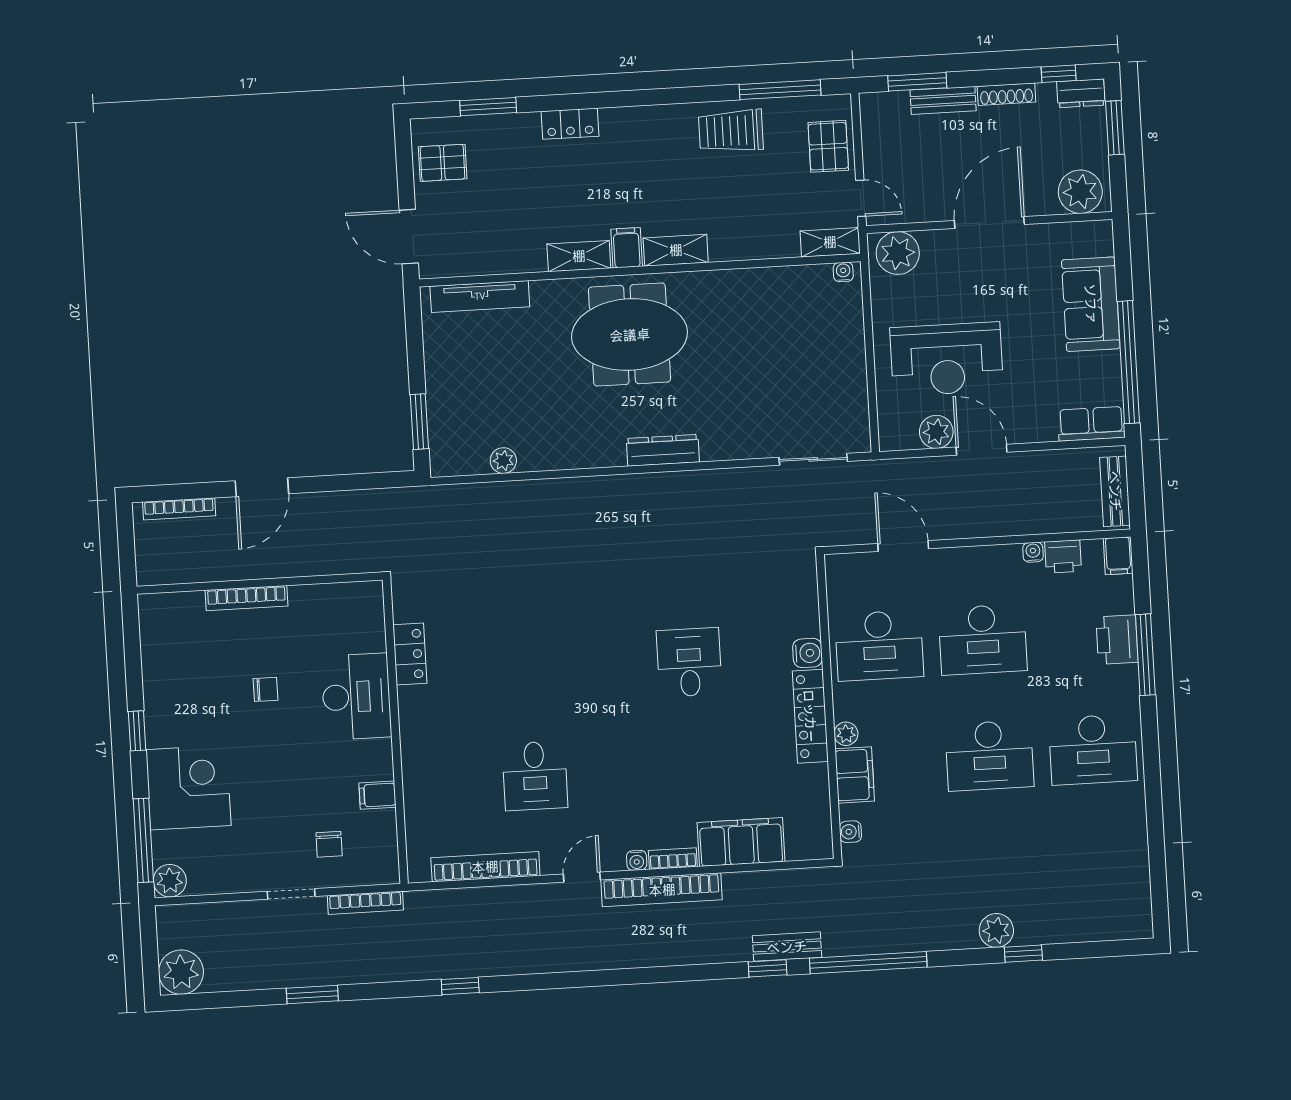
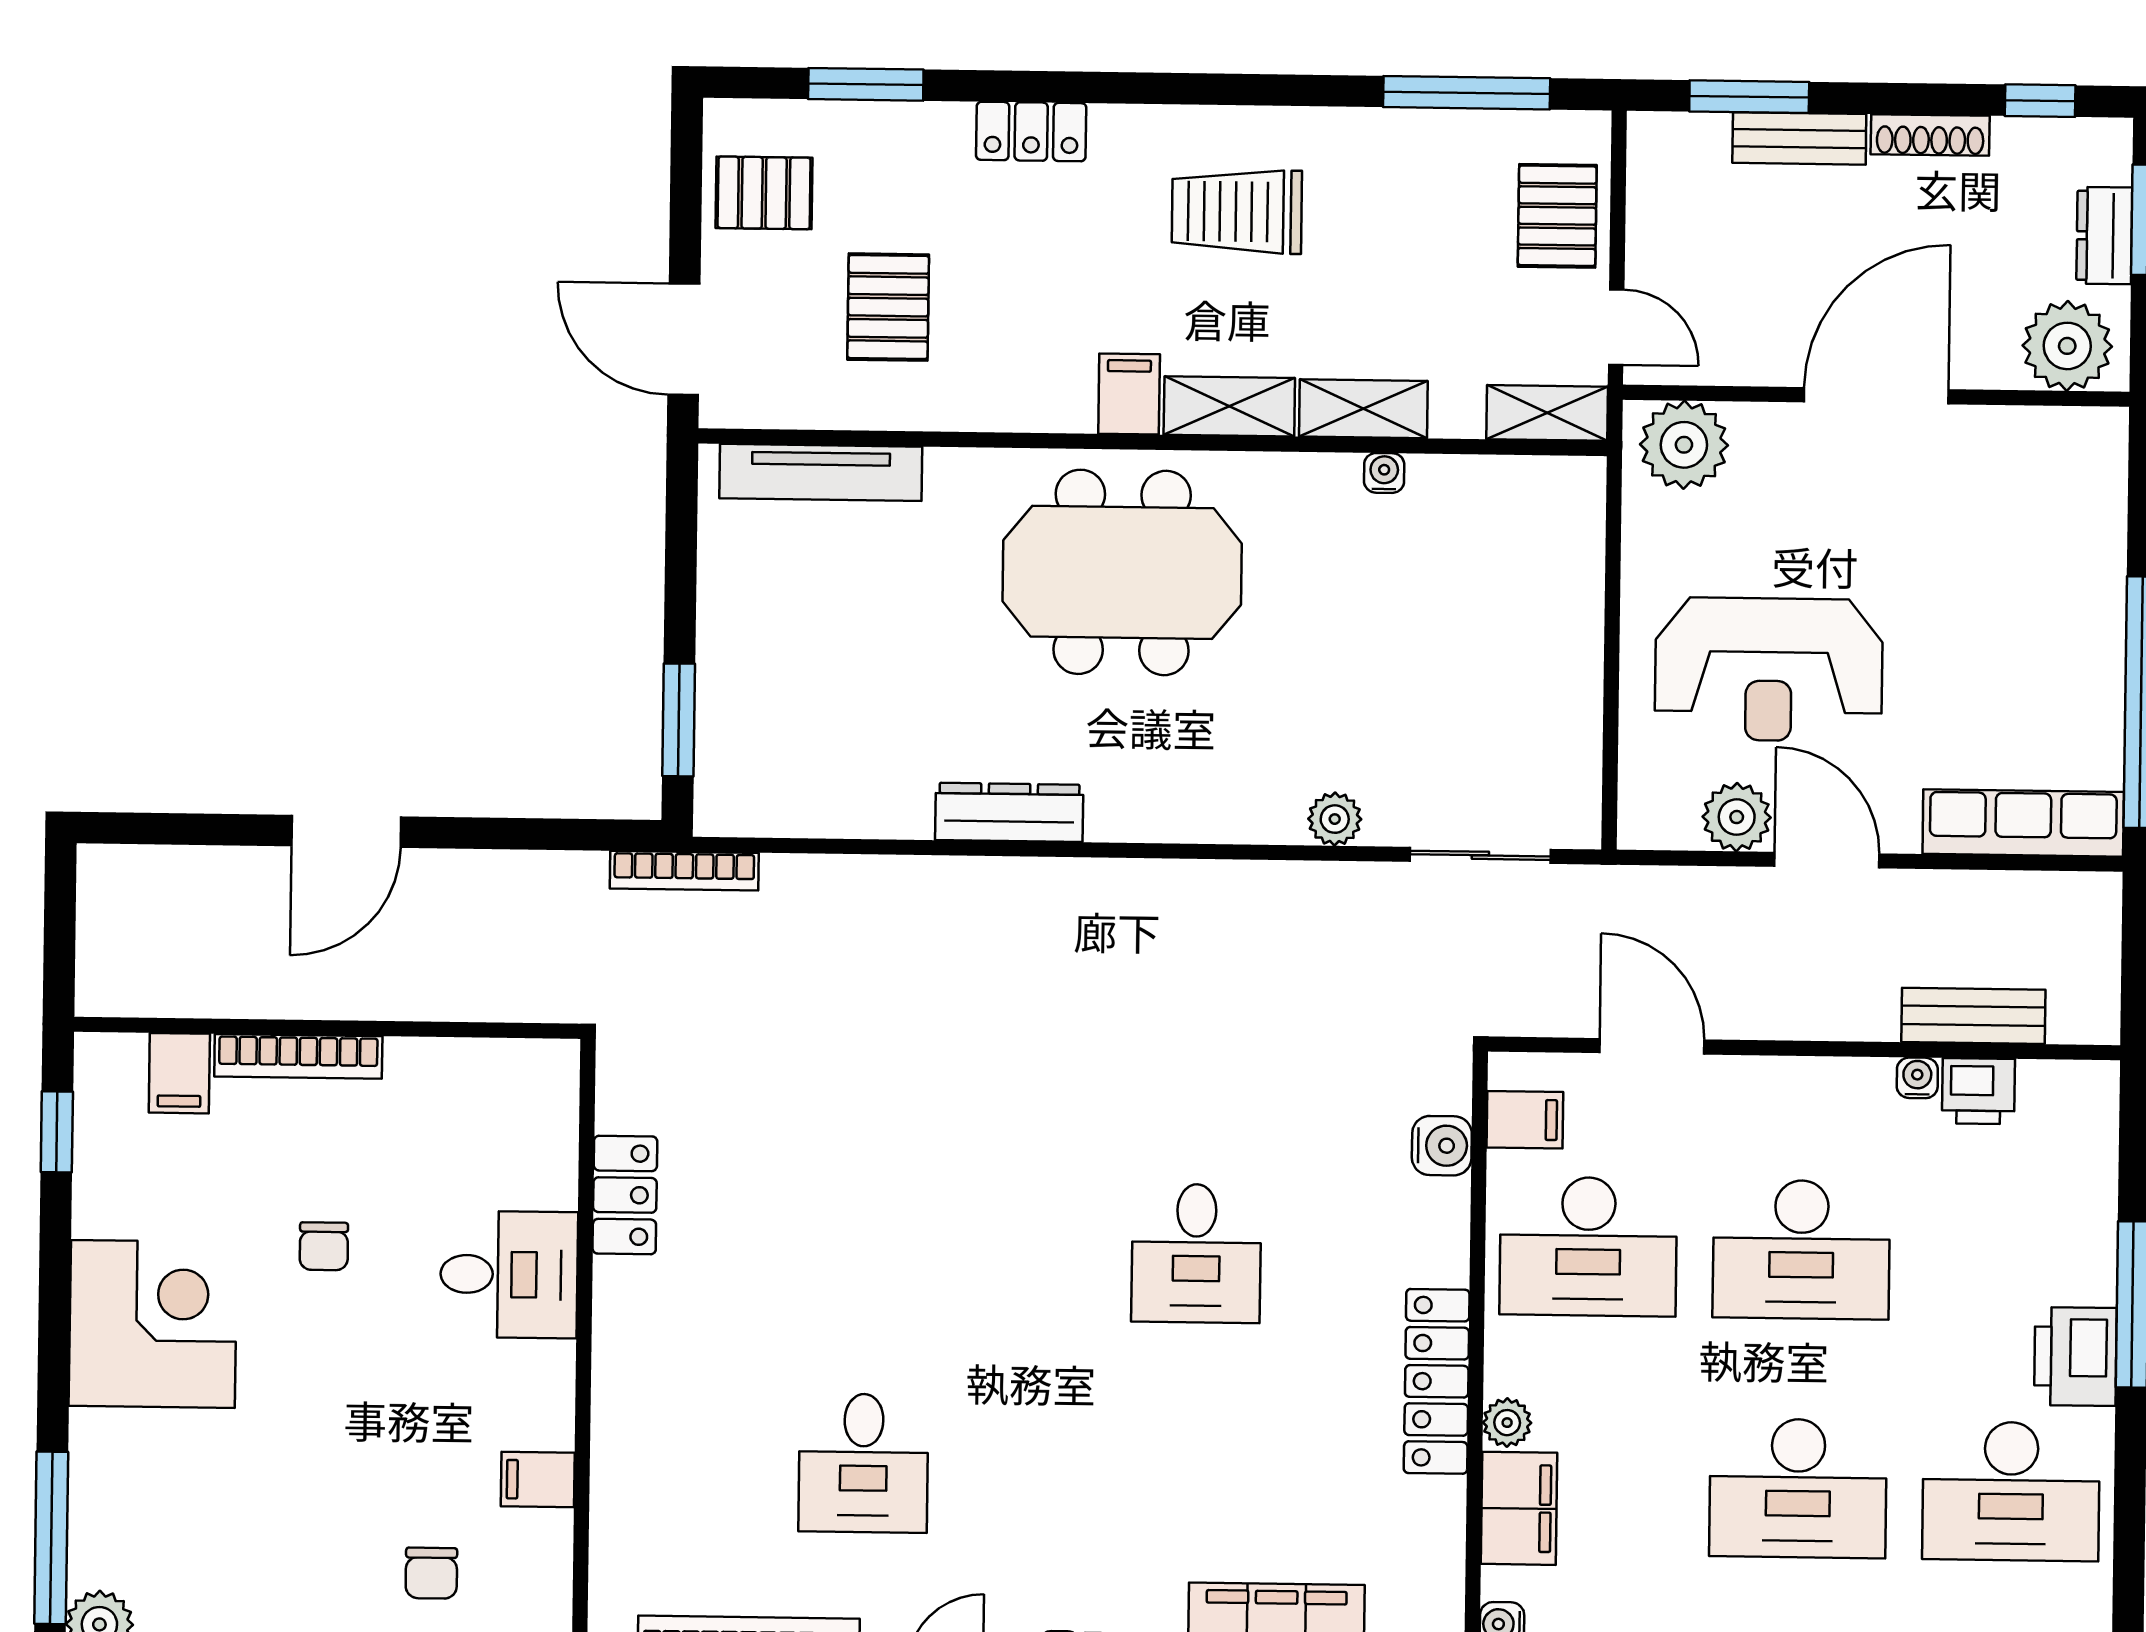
dresser: (1081, 93) -> (2104, 236), moved, turned 90
trolley: (731, 131) -> (1237, 212), moved
pallet: (507, 214) -> (888, 307), added
shelving: (579, 256) -> (1363, 409), moved
water cooler: (843, 272) -> (1384, 473), moved
sofa: (1091, 304) -> (2072, 578), removed
row of seats: (1091, 424) -> (2023, 823), width x1.48
dresser: (663, 450) -> (1009, 812), moved
plant: (503, 461) -> (1335, 819), moved
bench: (1115, 491) -> (1973, 1016), moved, turned 90
bookcase: (179, 509) -> (684, 871), moved
filing cabinet: (1118, 556) -> (1525, 1120), moved, turned -90
filing cabinet: (189, 610) -> (179, 1073), added
printer: (1117, 640) -> (2075, 1356), moved
water cooler: (808, 653) -> (1442, 1146), moved
desk: (689, 662) -> (1196, 1253), turned 180
chair: (266, 689) -> (324, 1246), turned 90
desk: (356, 697) -> (509, 1275), width x0.73
window: (137, 731) -> (57, 1132), moved
corner desk: (188, 788) -> (153, 1324), moved

